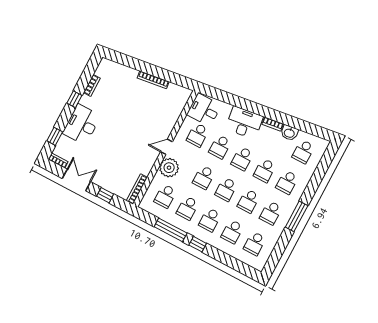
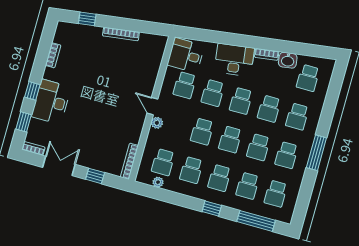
window: (127, 61) -> (87, 19), added
window: (74, 99) -> (32, 91), moved
door: (167, 147) -> (152, 106), hinge flipped
plant: (169, 168) -> (157, 123), width x0.53, depth x0.53
plant: (157, 212) -> (158, 182), added
window: (171, 230) -> (256, 221), moved

